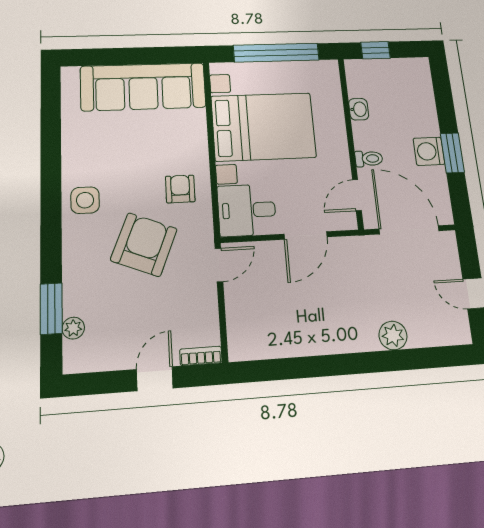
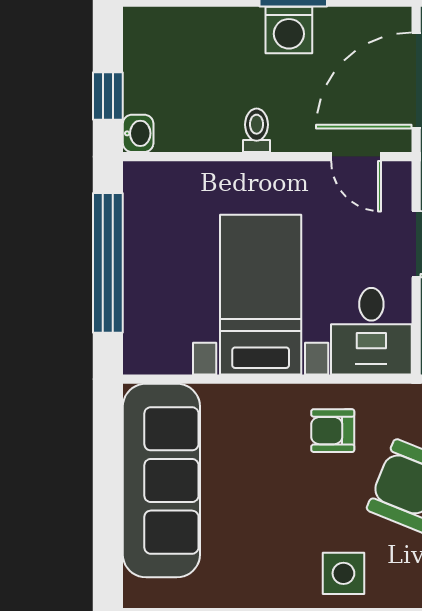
washbasin: (359, 109) -> (138, 133), moved, turned 90
bed with nightstands: (263, 127) -> (261, 295), width x0.73
toilet: (369, 159) -> (257, 130), moved

